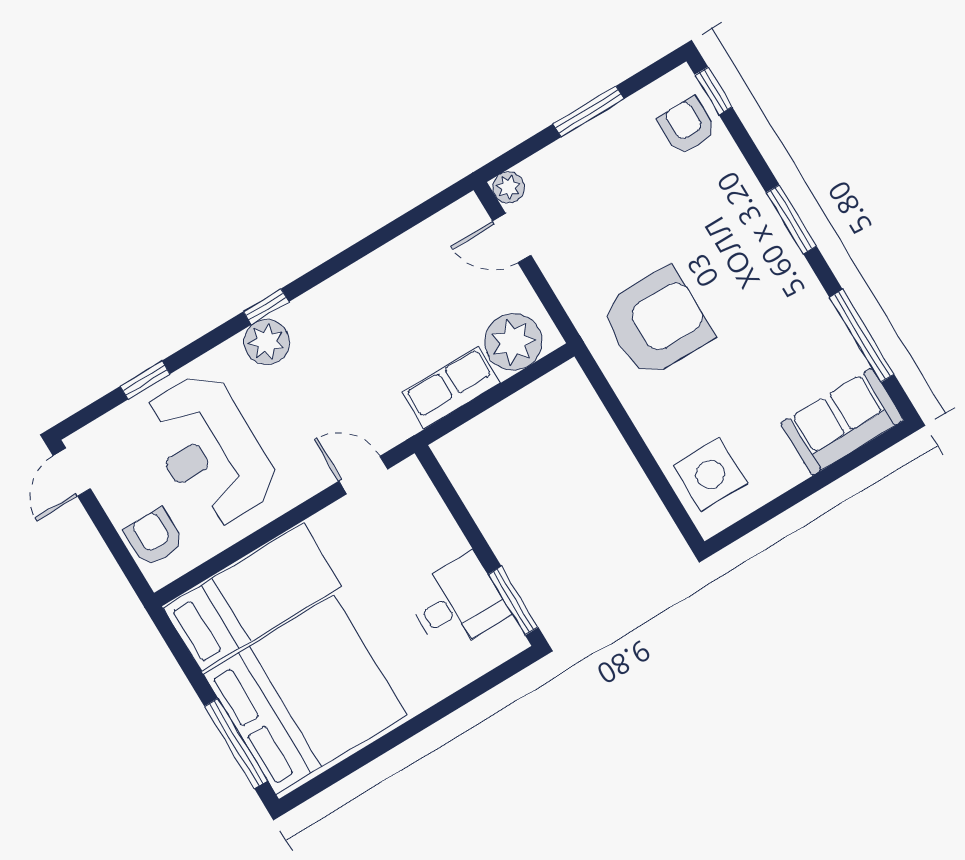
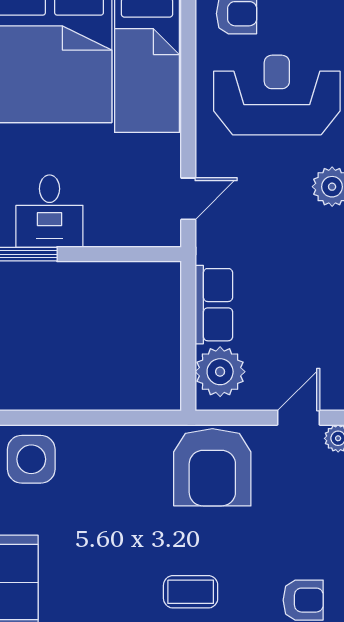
coffee table: (745, 241) -> (191, 592), added
armchair: (657, 323) -> (212, 467), moved

